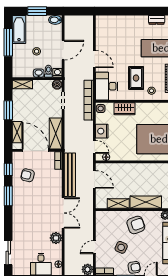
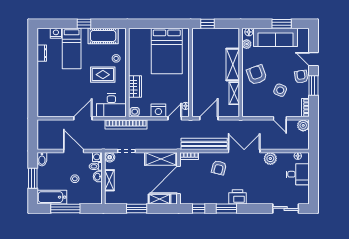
shelving: (22, 84) -> (109, 180), moved
armchair: (28, 175) -> (219, 168), moved
printer: (19, 207) -> (237, 197), added

